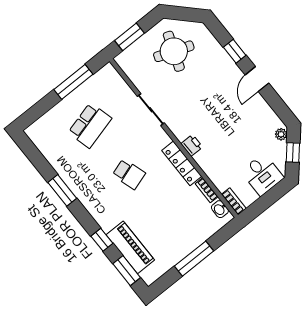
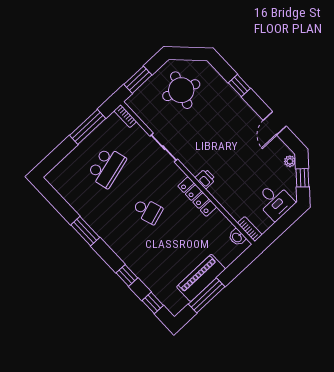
door: (257, 79) -> (275, 123), moved
bookcase: (207, 190) -> (125, 116), moved
piano: (130, 247) -> (201, 278), moved, turned -90
window: (194, 259) -> (207, 295), moved
window: (127, 271) -> (153, 303), width x0.67

